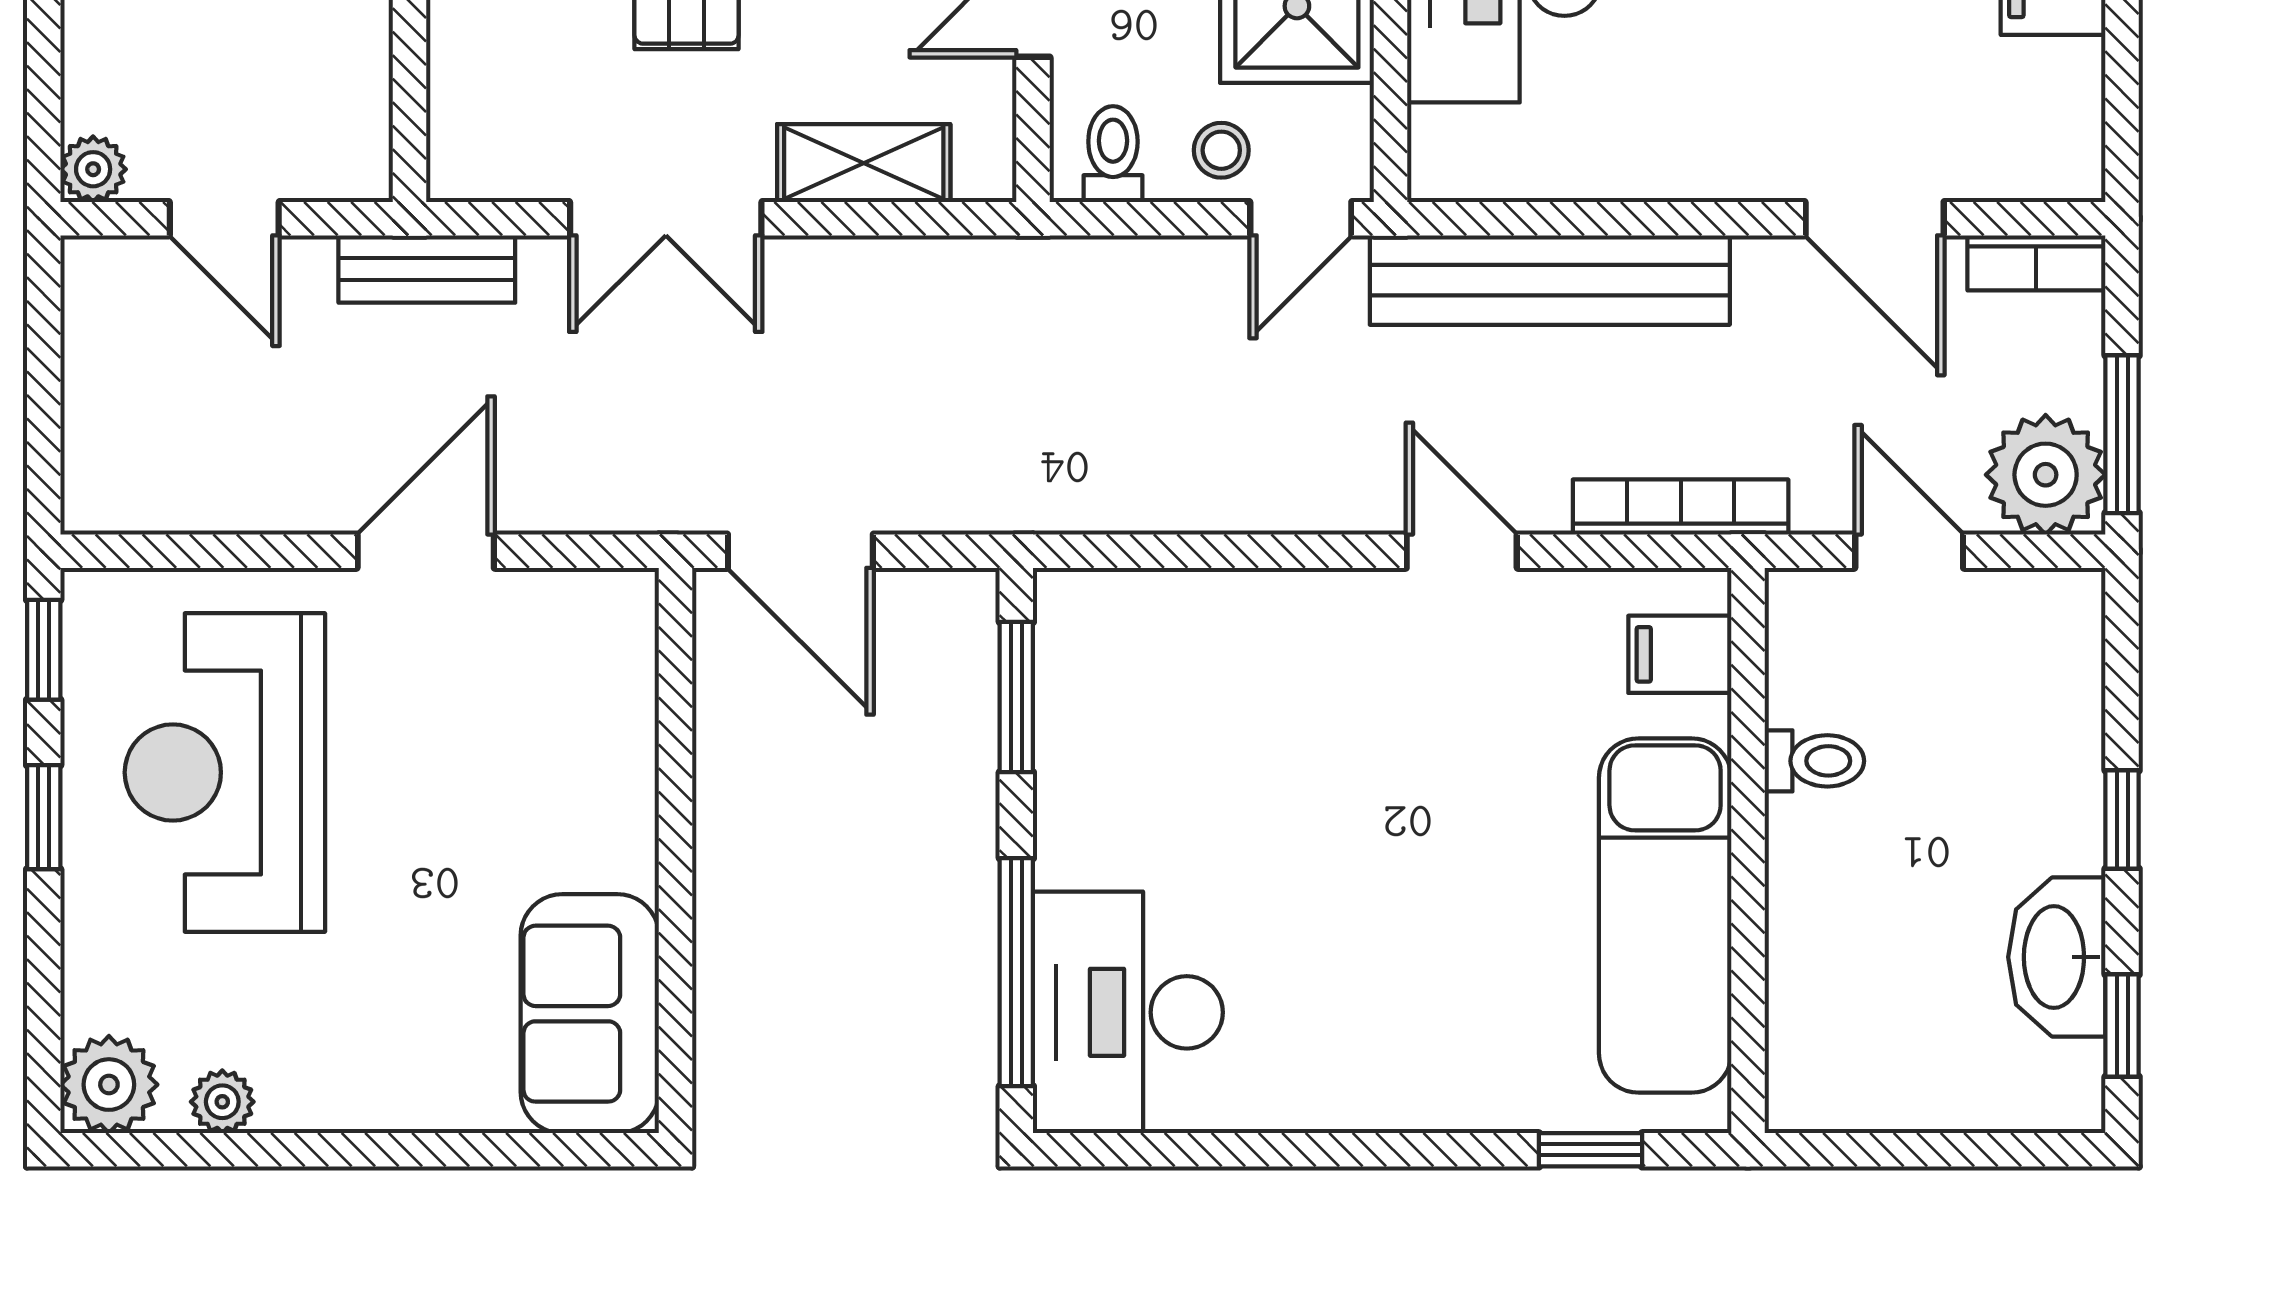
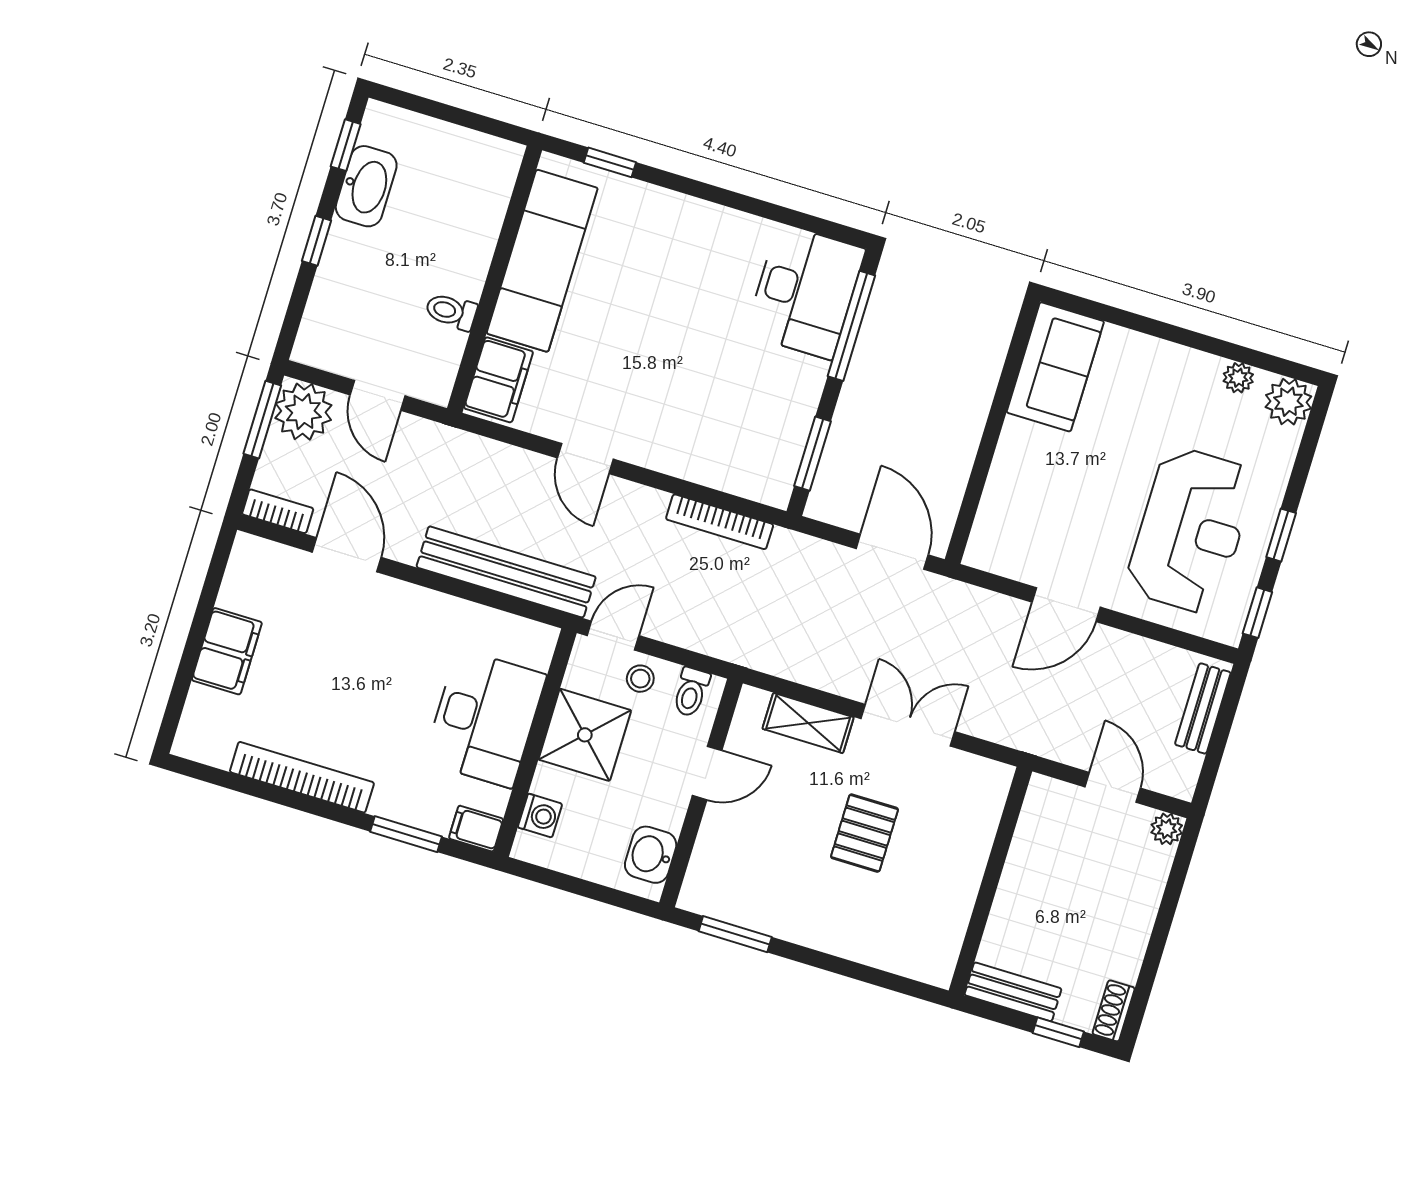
bench: (427, 269) -> (1203, 708), moved, turned 90
bookcase: (1681, 507) -> (720, 522), moved
filing cabinet: (1680, 654) -> (499, 380), width x2.00

